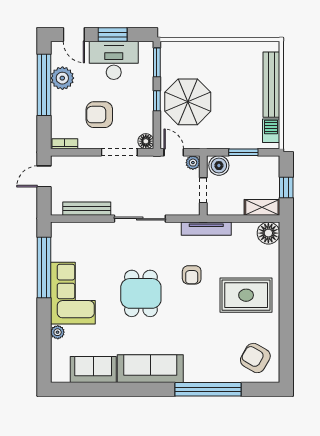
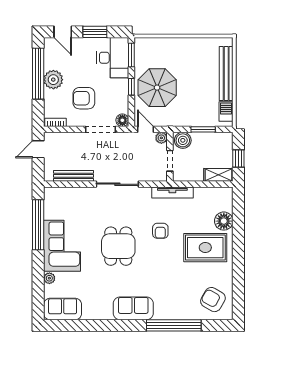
desk: (114, 60) -> (113, 58), moved, turned 90
plant: (62, 78) -> (53, 80), moved
floor lamp: (268, 233) -> (224, 221), moved
sofa: (150, 369) -> (133, 308), width x0.73
sofa: (93, 370) -> (63, 309), moved

